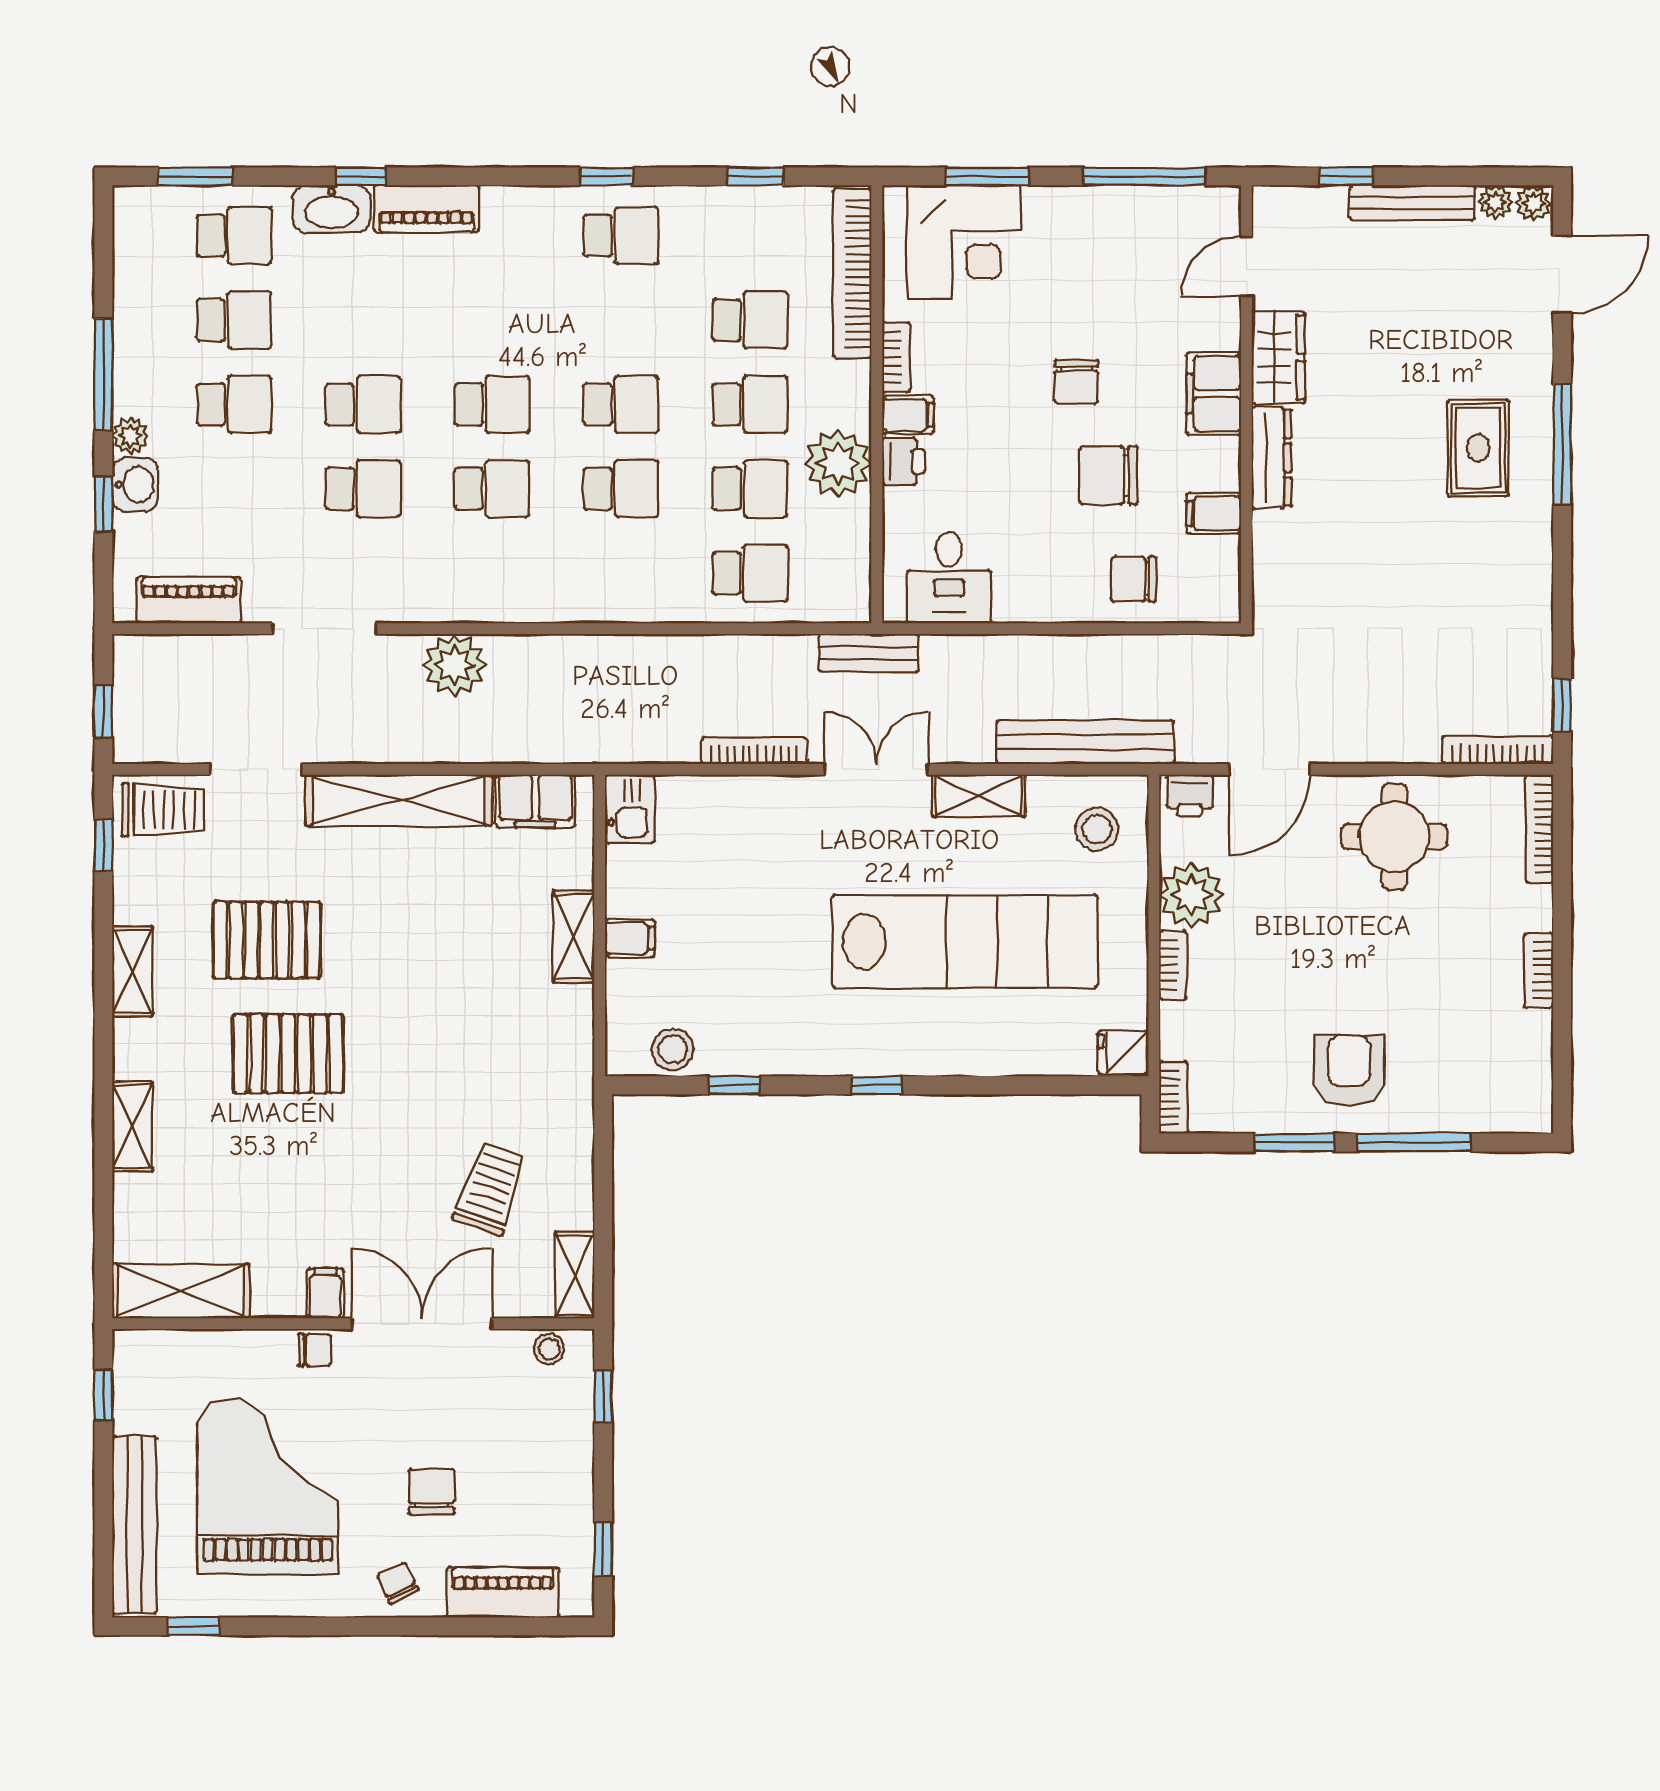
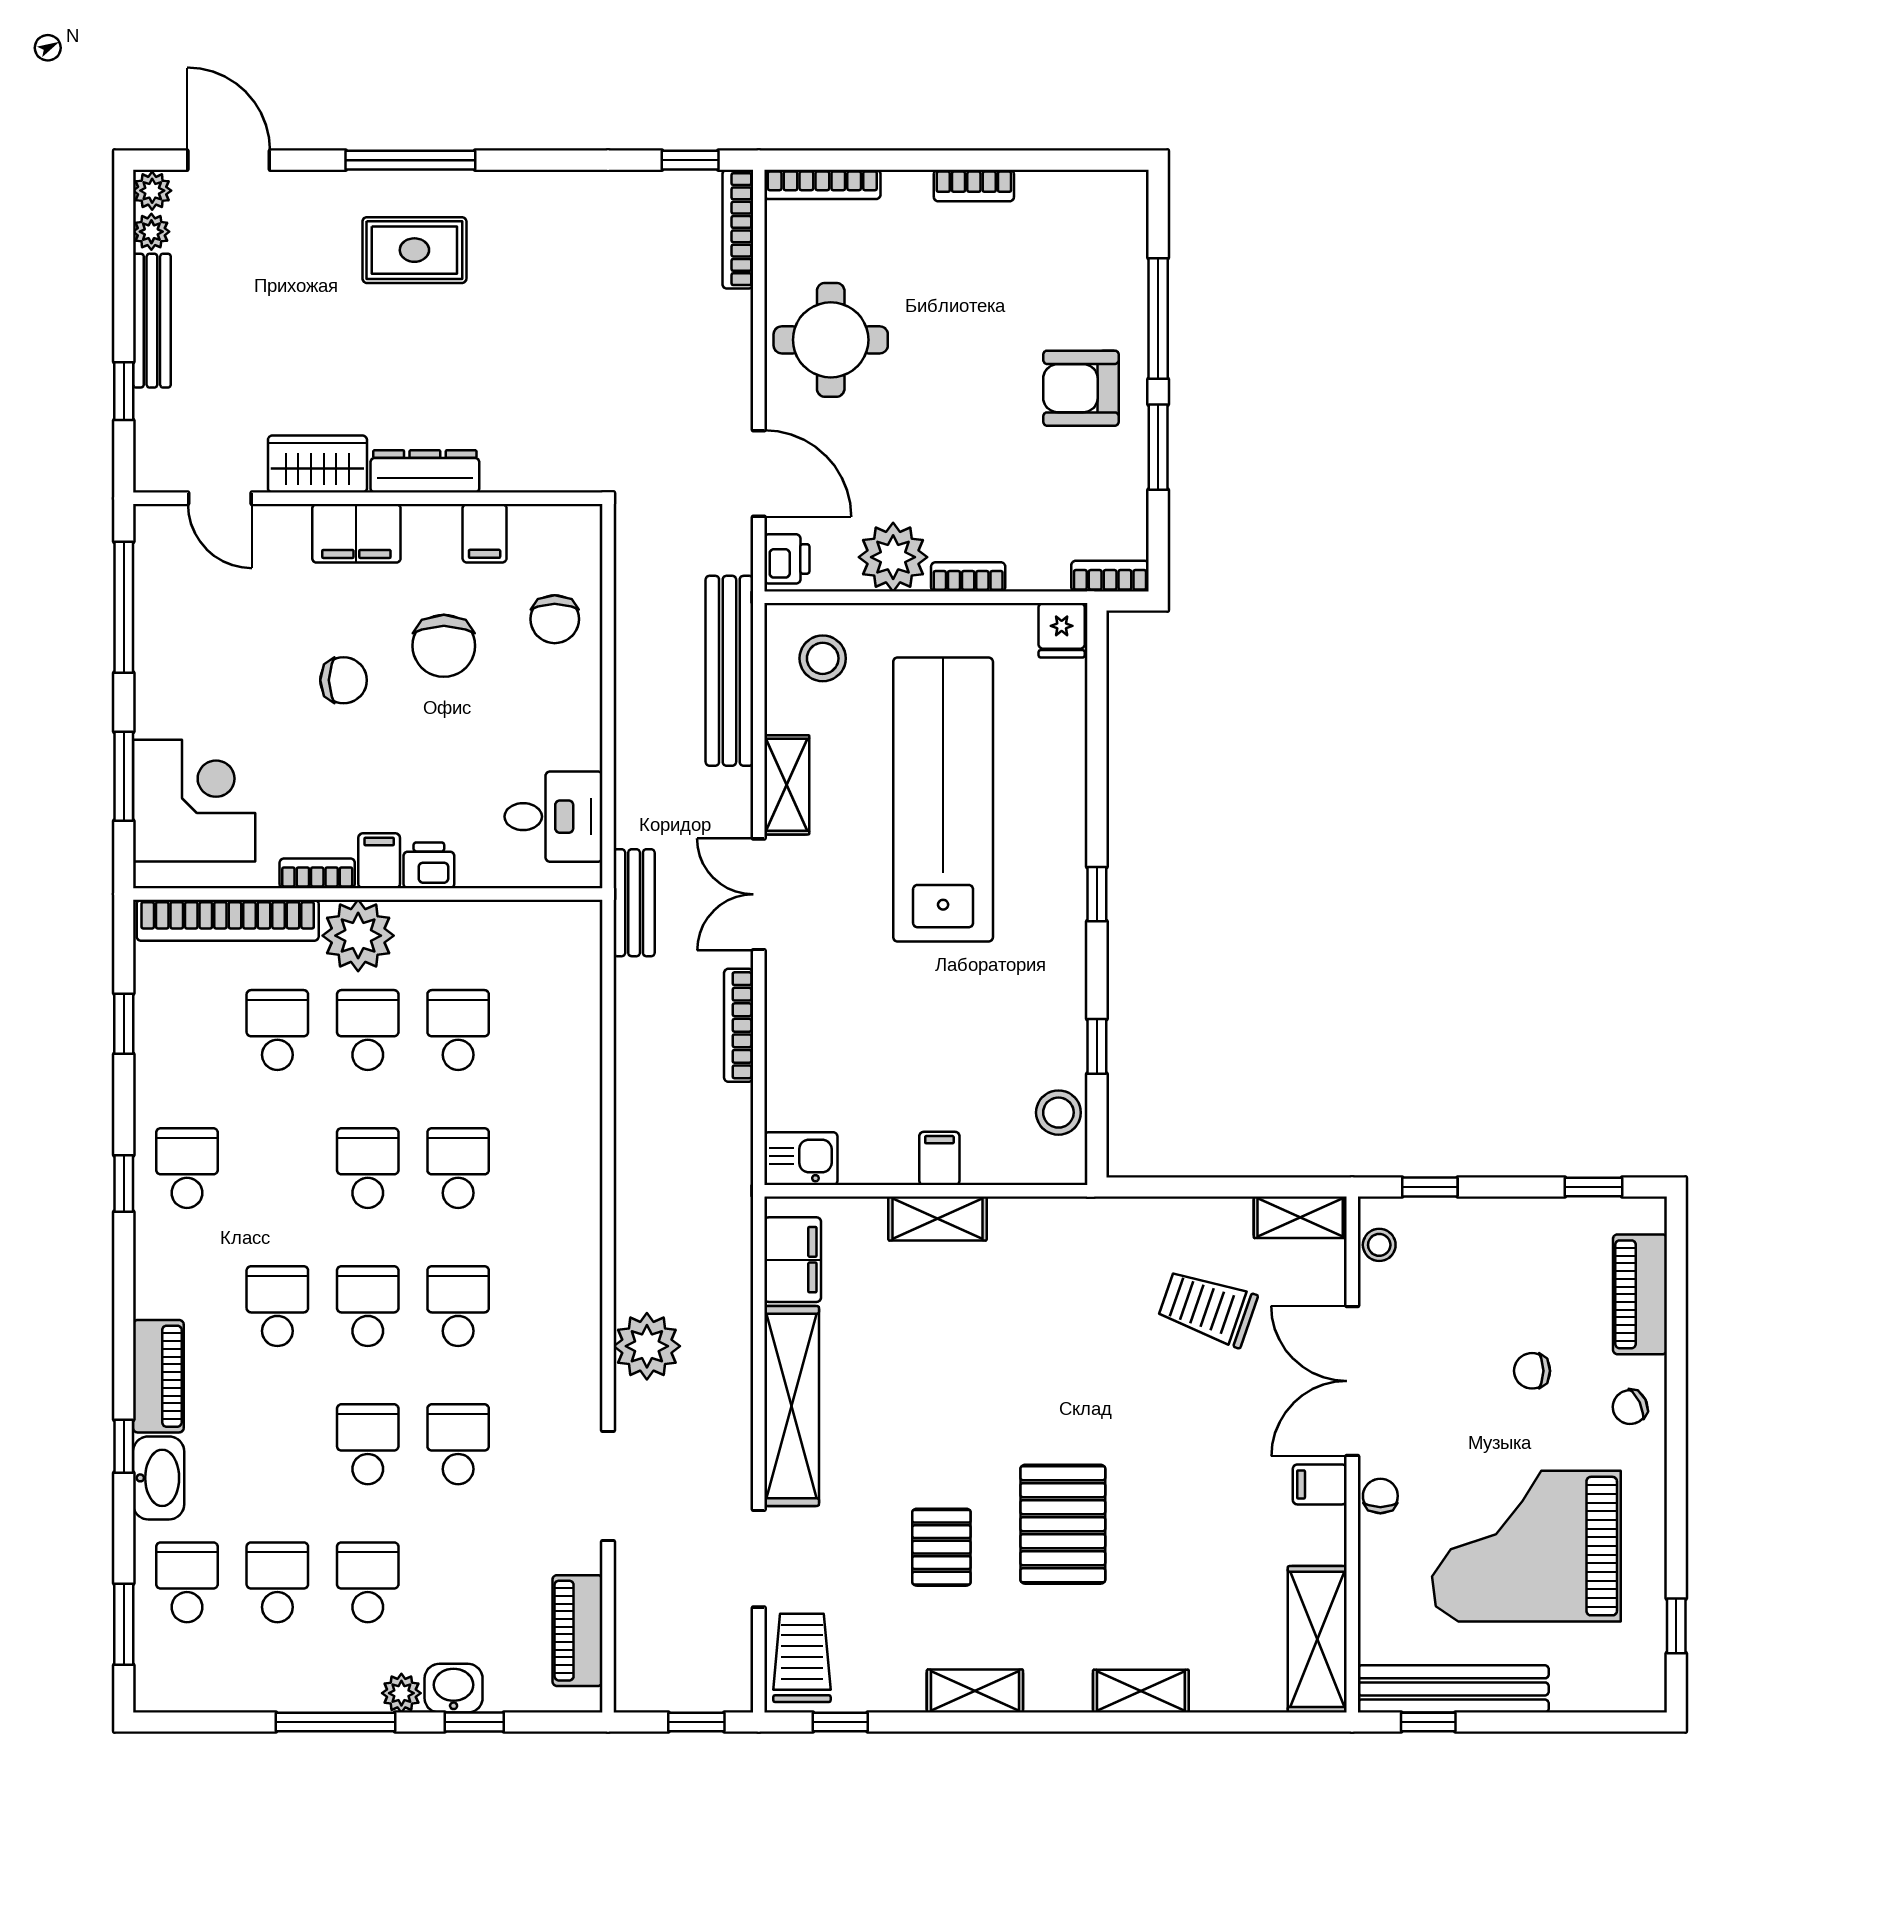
plant: (838, 463) -> (358, 936), moved
school desk: (750, 573) -> (277, 1306), moved
pallet: (267, 940) -> (941, 1547), width x0.67, depth x0.71
chair: (431, 1492) -> (1532, 1371), width x0.73, depth x0.73
bench: (134, 1525) -> (1453, 1689), moved

